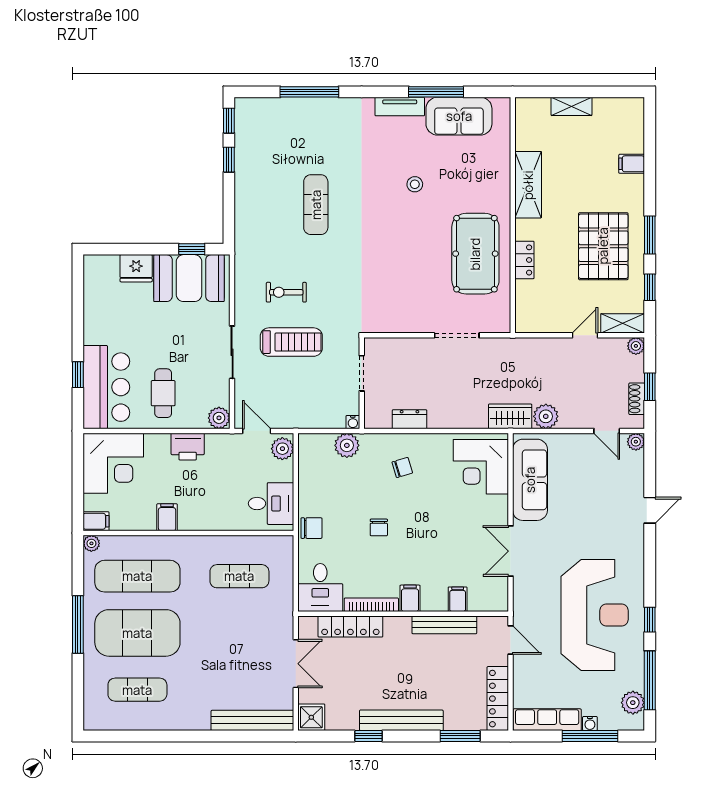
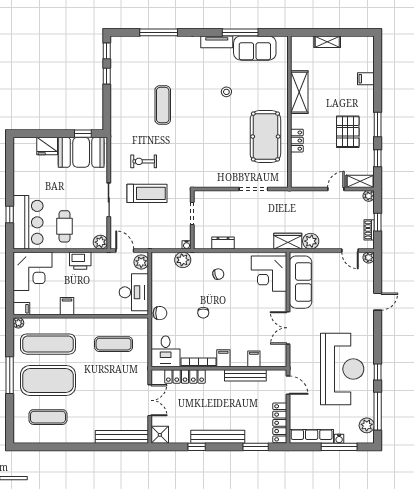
pallet: (603, 246) -> (348, 132), width x0.73, depth x0.71
desk: (271, 504) -> (134, 292), width x1.37

